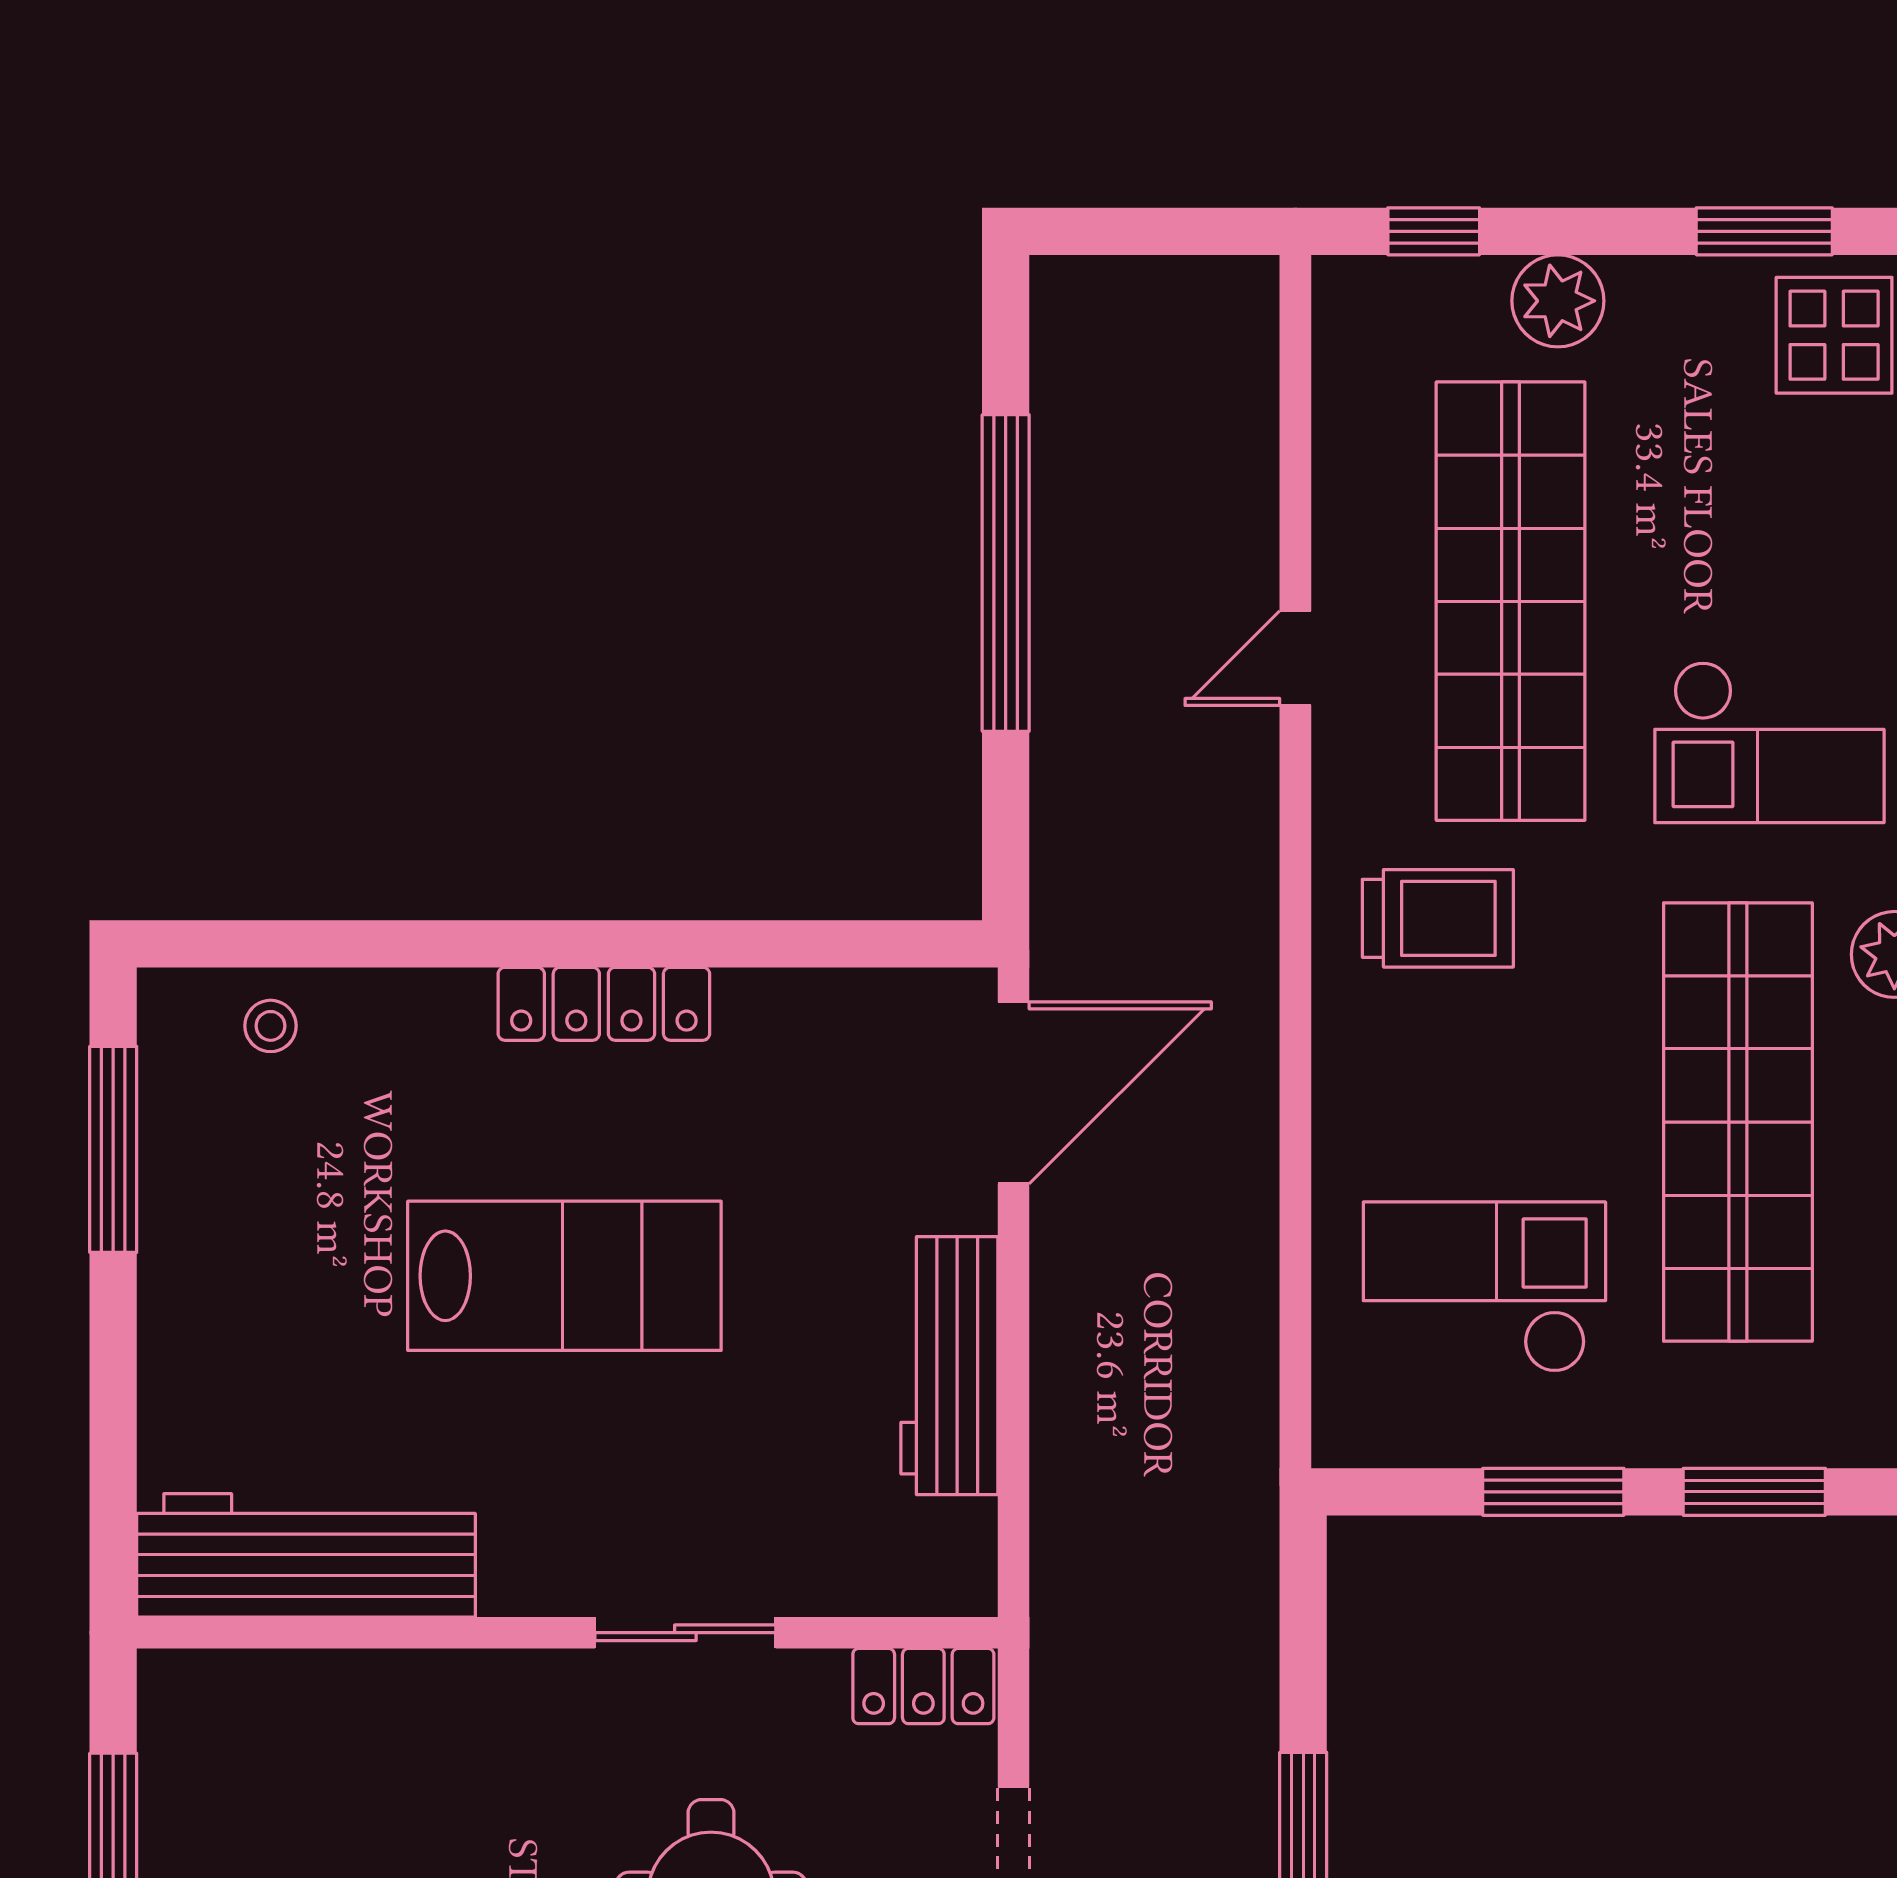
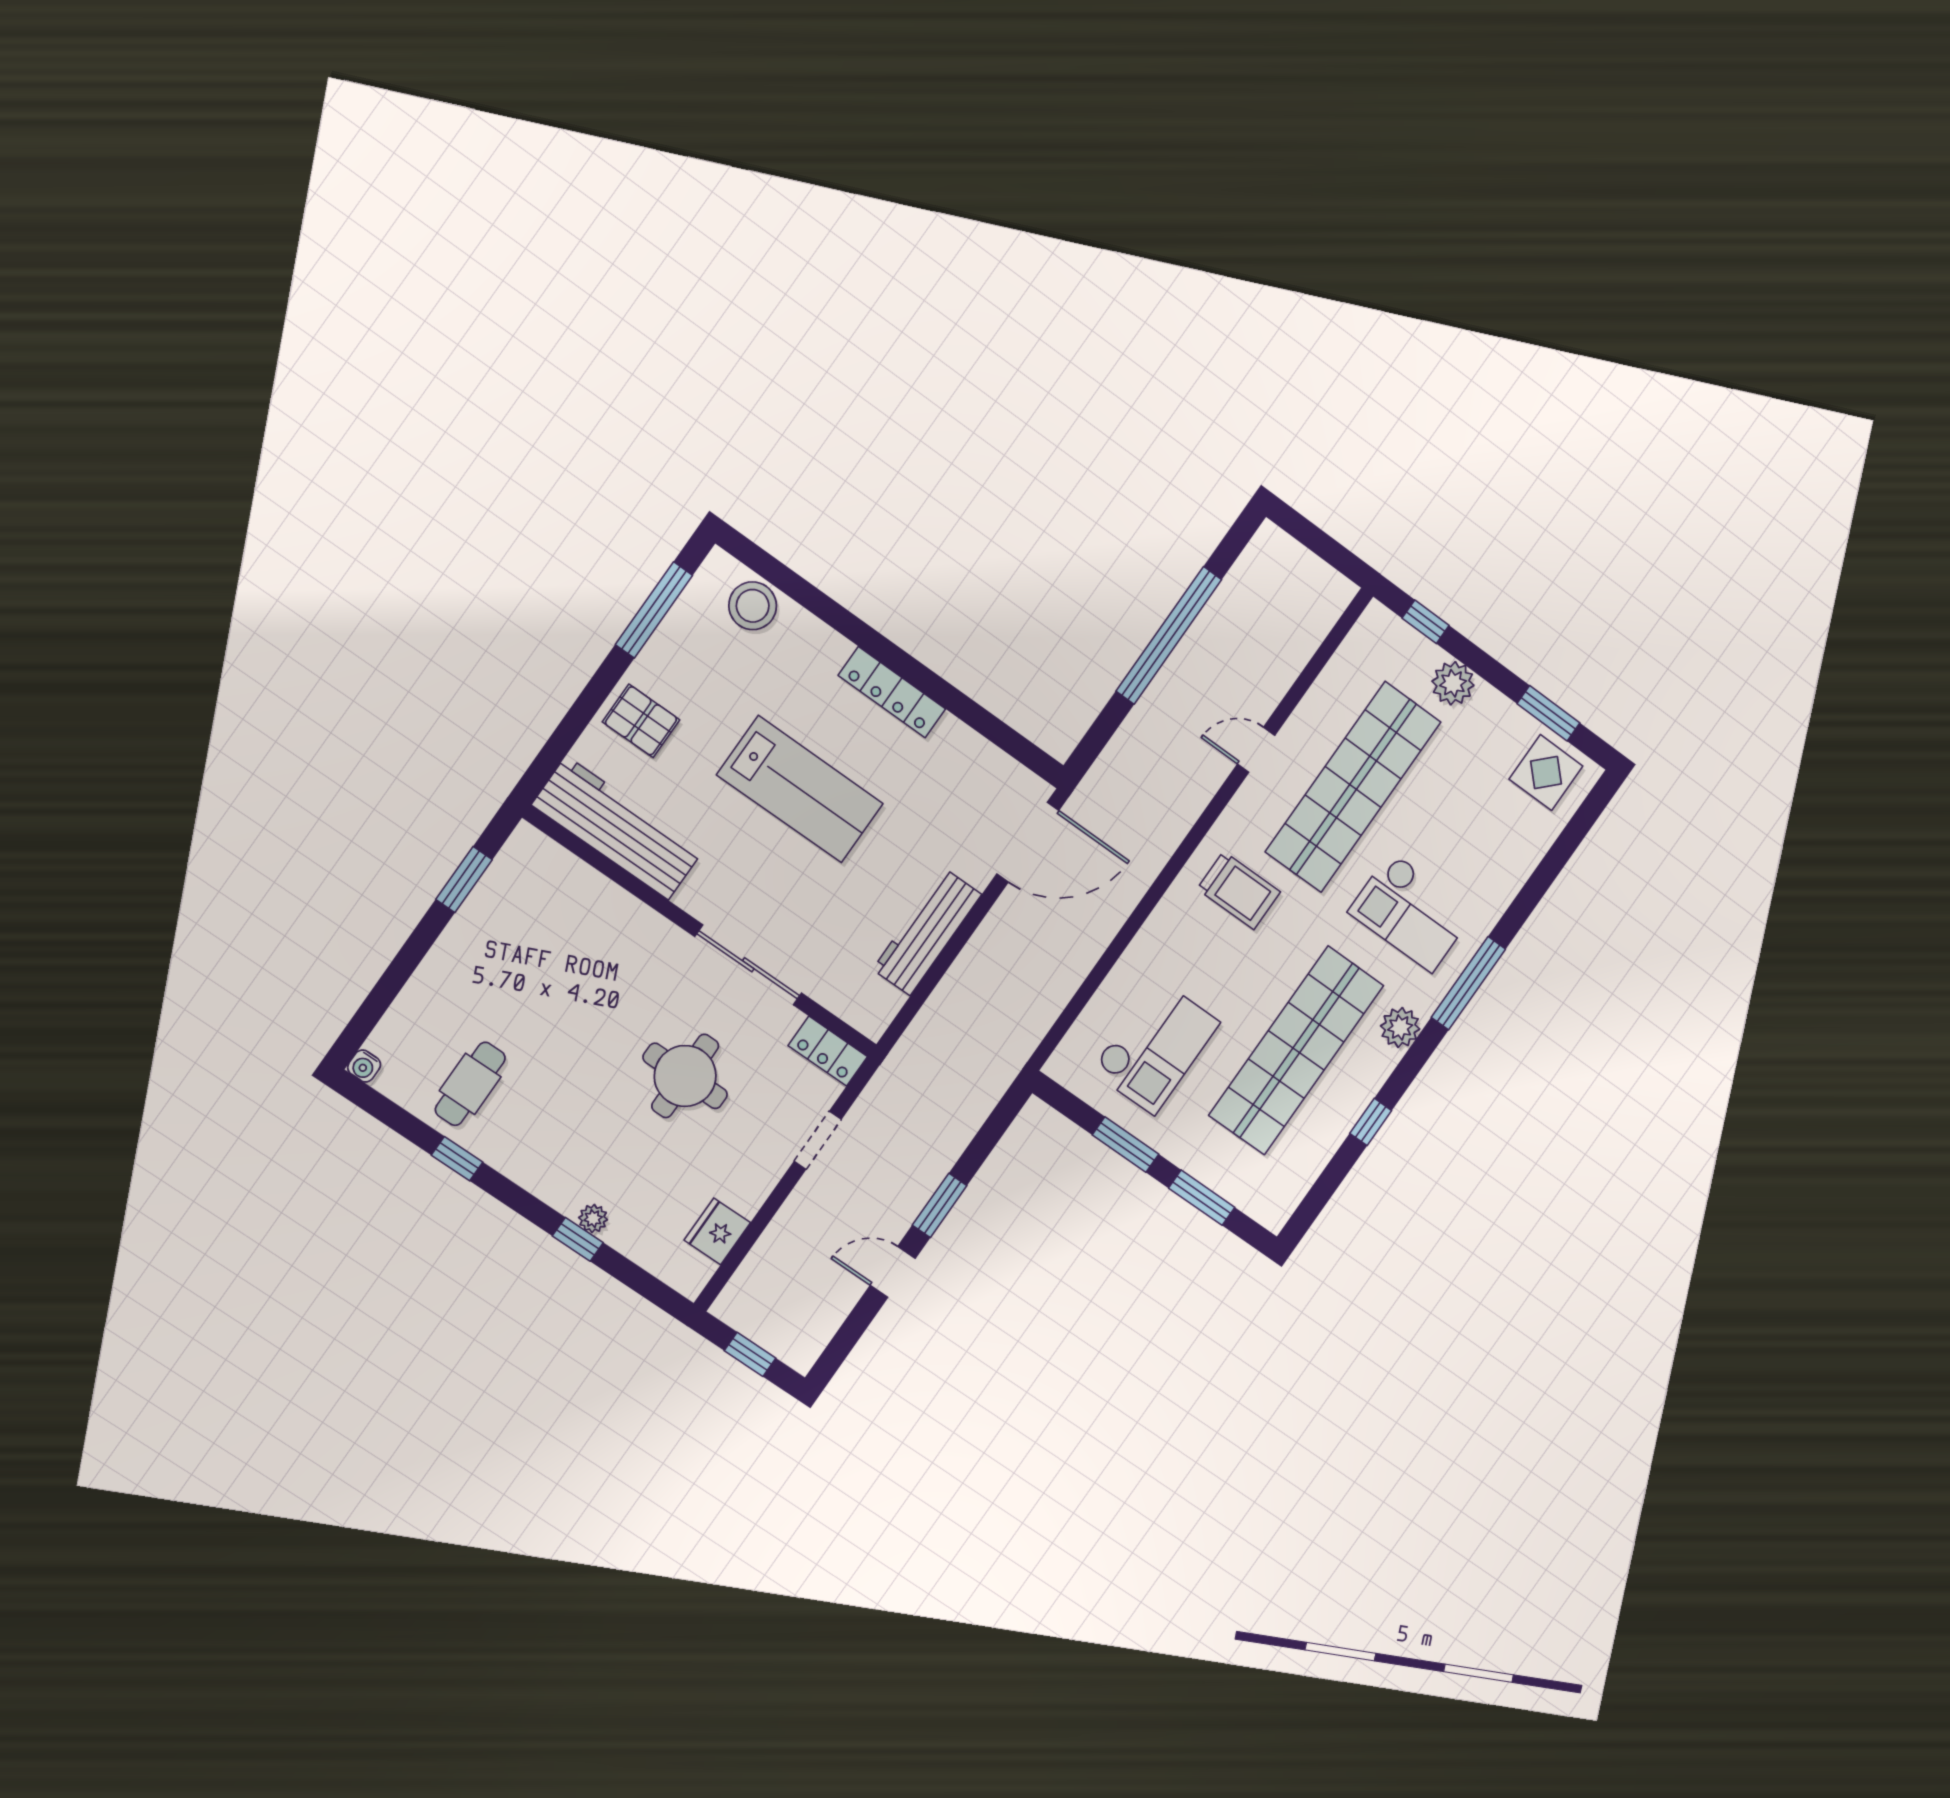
stool: (271, 1026) -> (753, 606), width x1.89, depth x1.89
checkout: (1484, 1287) -> (1155, 1047), turned 90
pallet: (220, 1349) -> (641, 721), added
sliding door: (685, 1633) -> (748, 965), width x1.37

